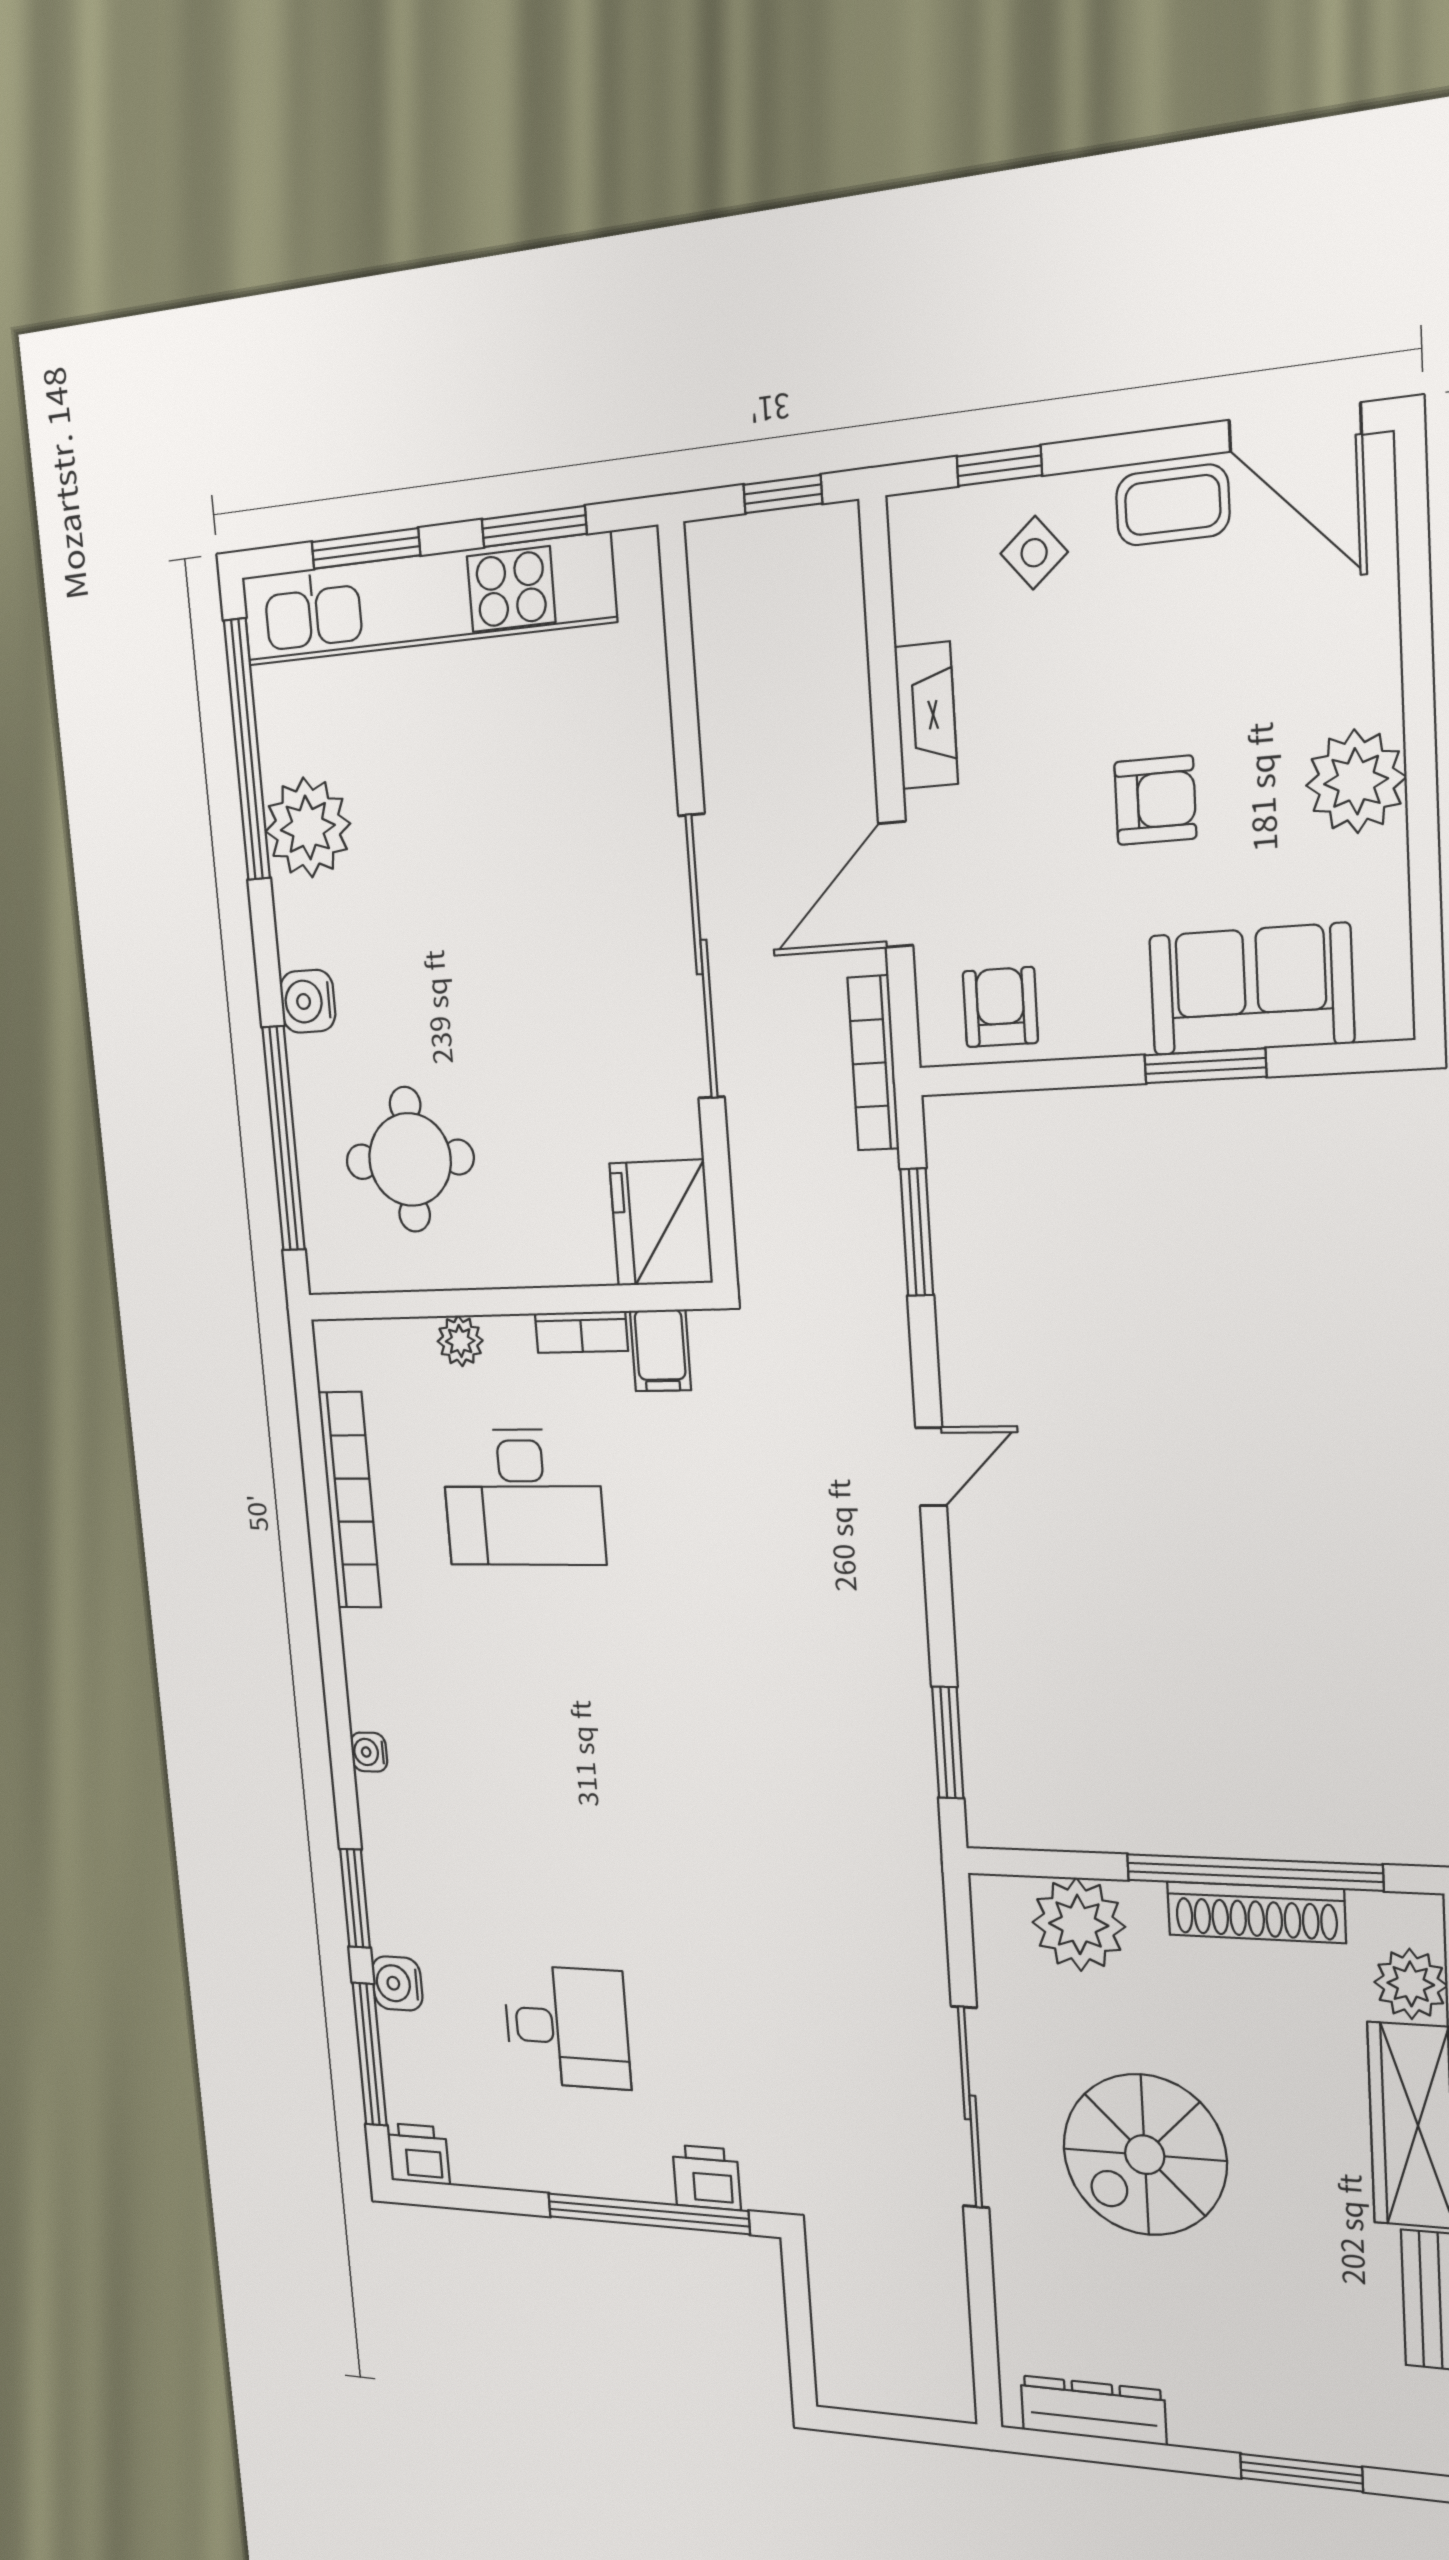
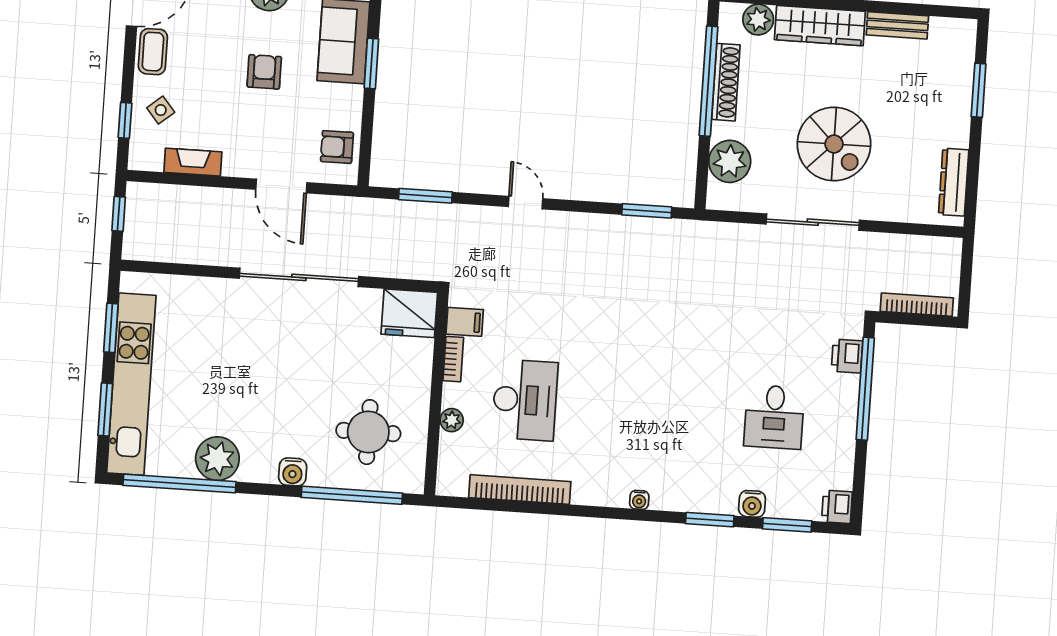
fireplace: (926, 715) -> (193, 162), moved
bookcase: (873, 1063) -> (917, 305), moved, turned 180
desk: (567, 2027) -> (774, 417), turned 180
window: (370, 2054) -> (787, 525), width x0.69

